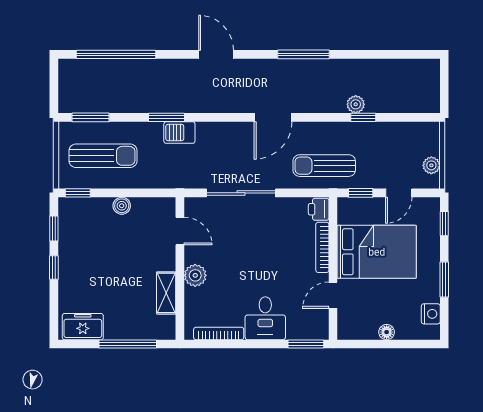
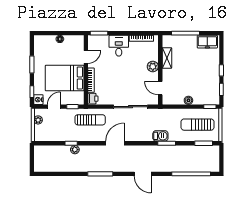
nightstand: (431, 314) -> (38, 100), moved

